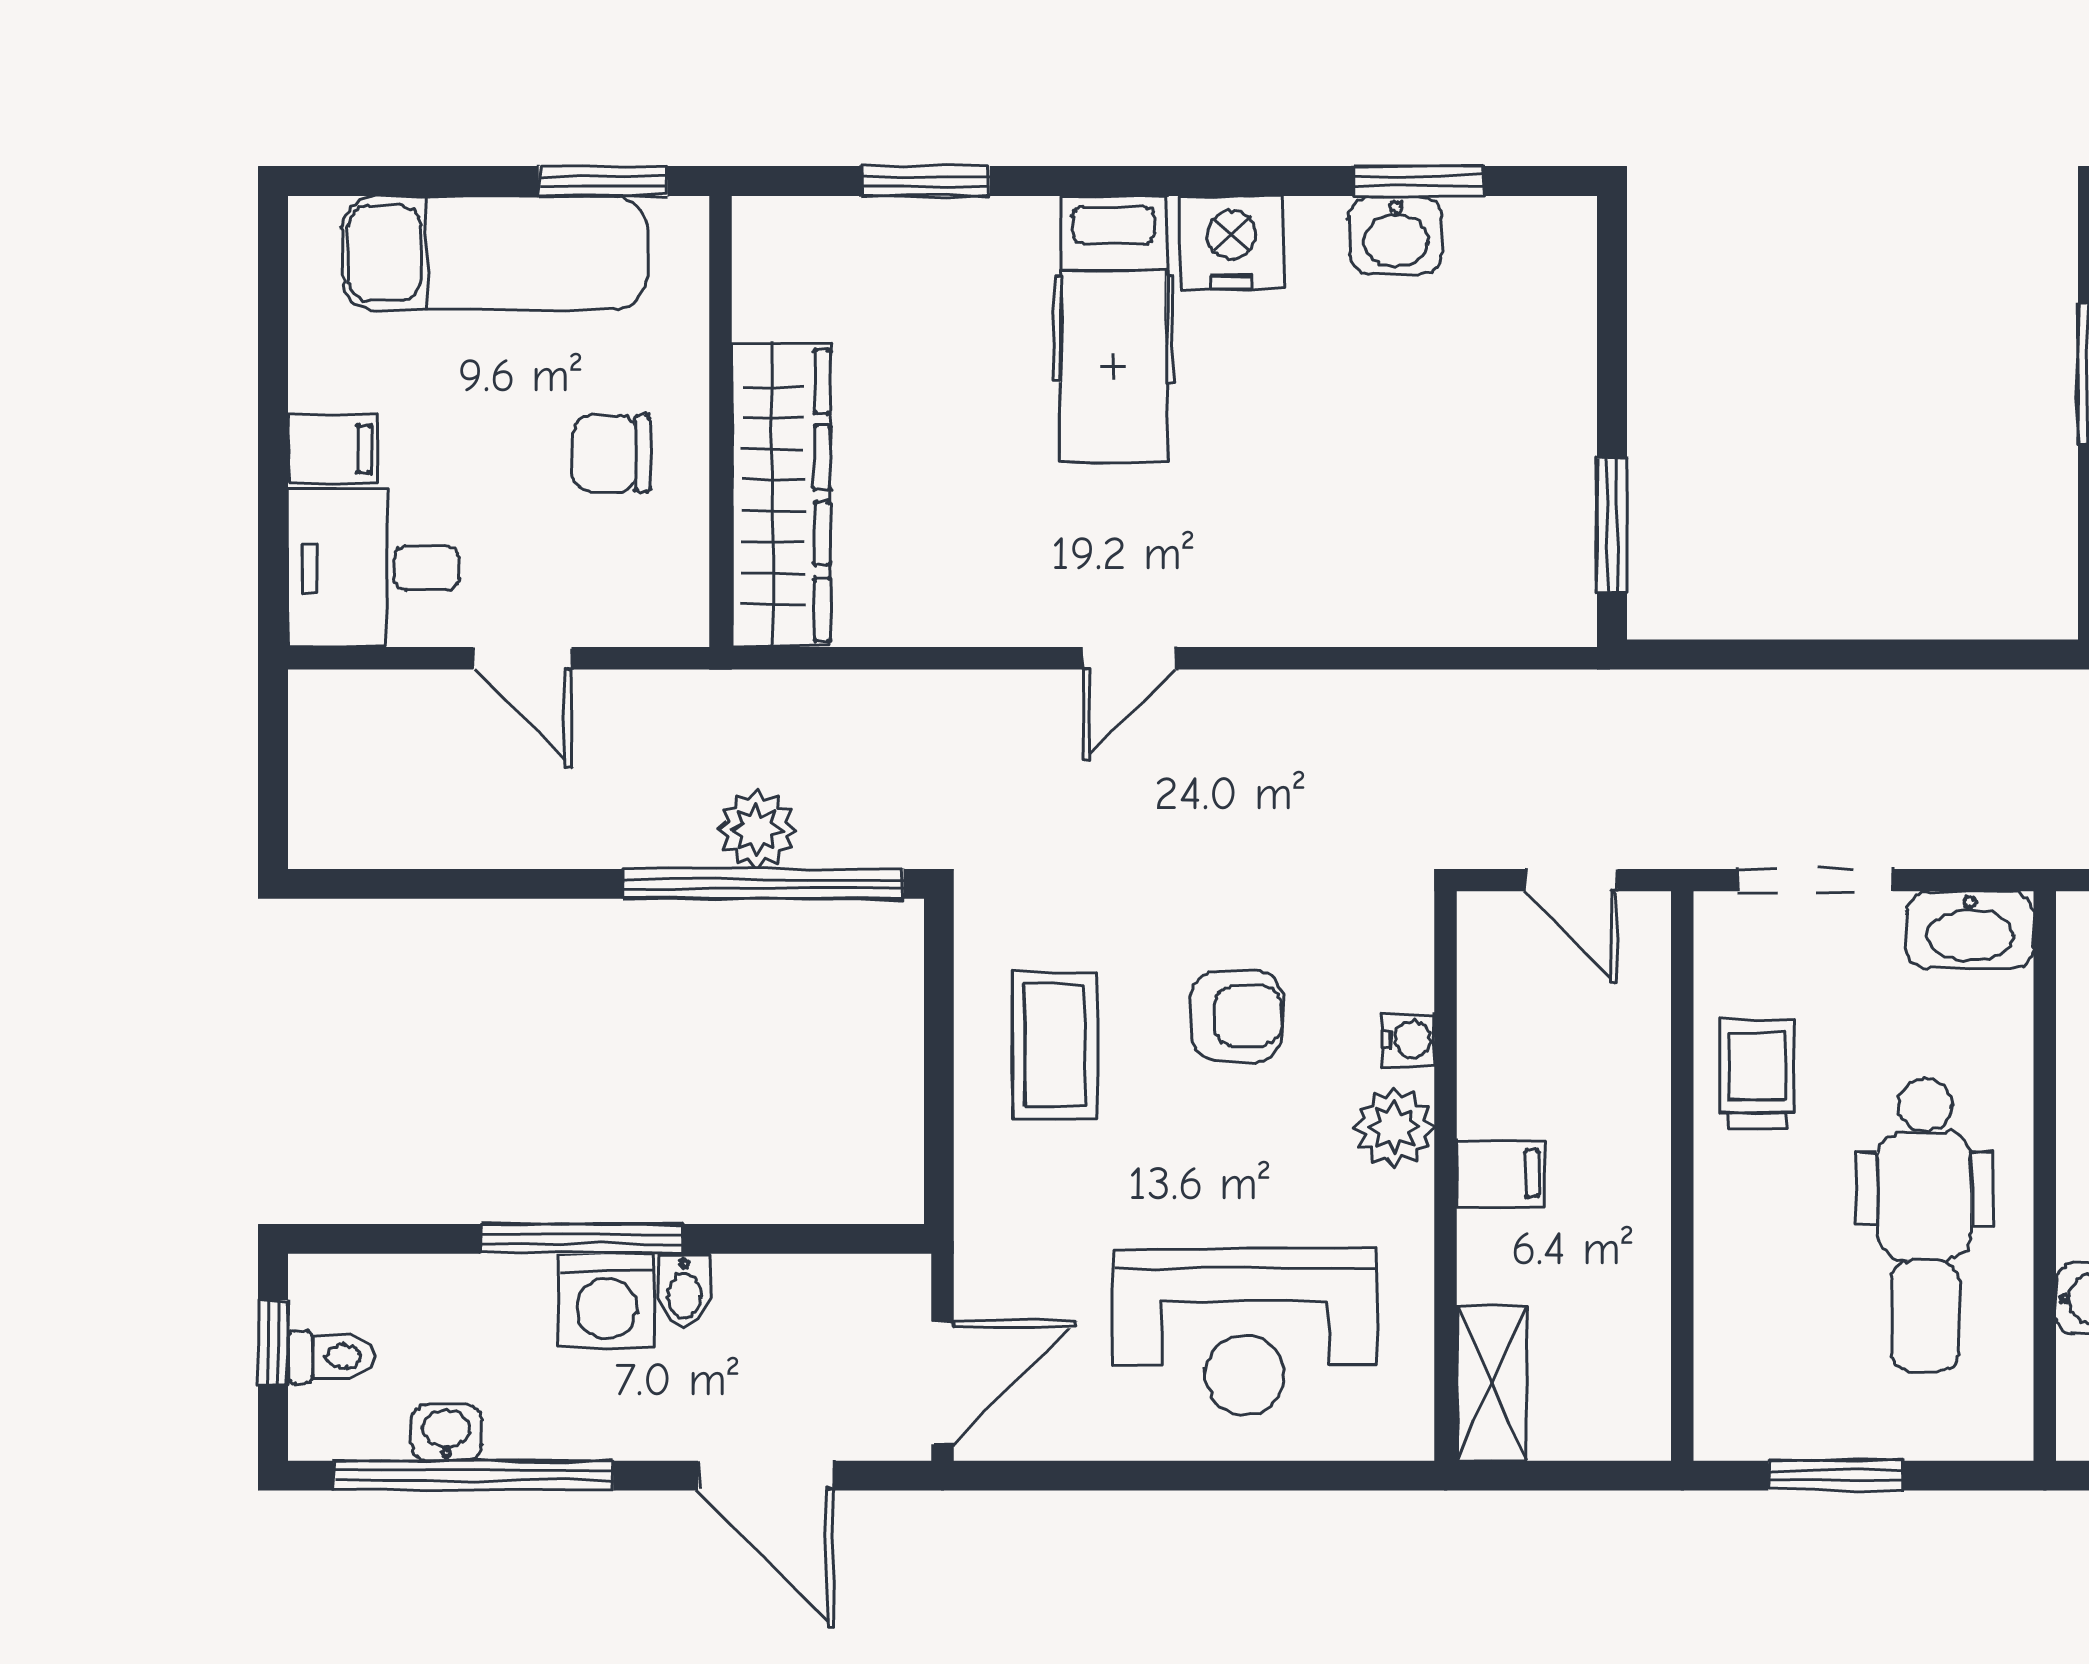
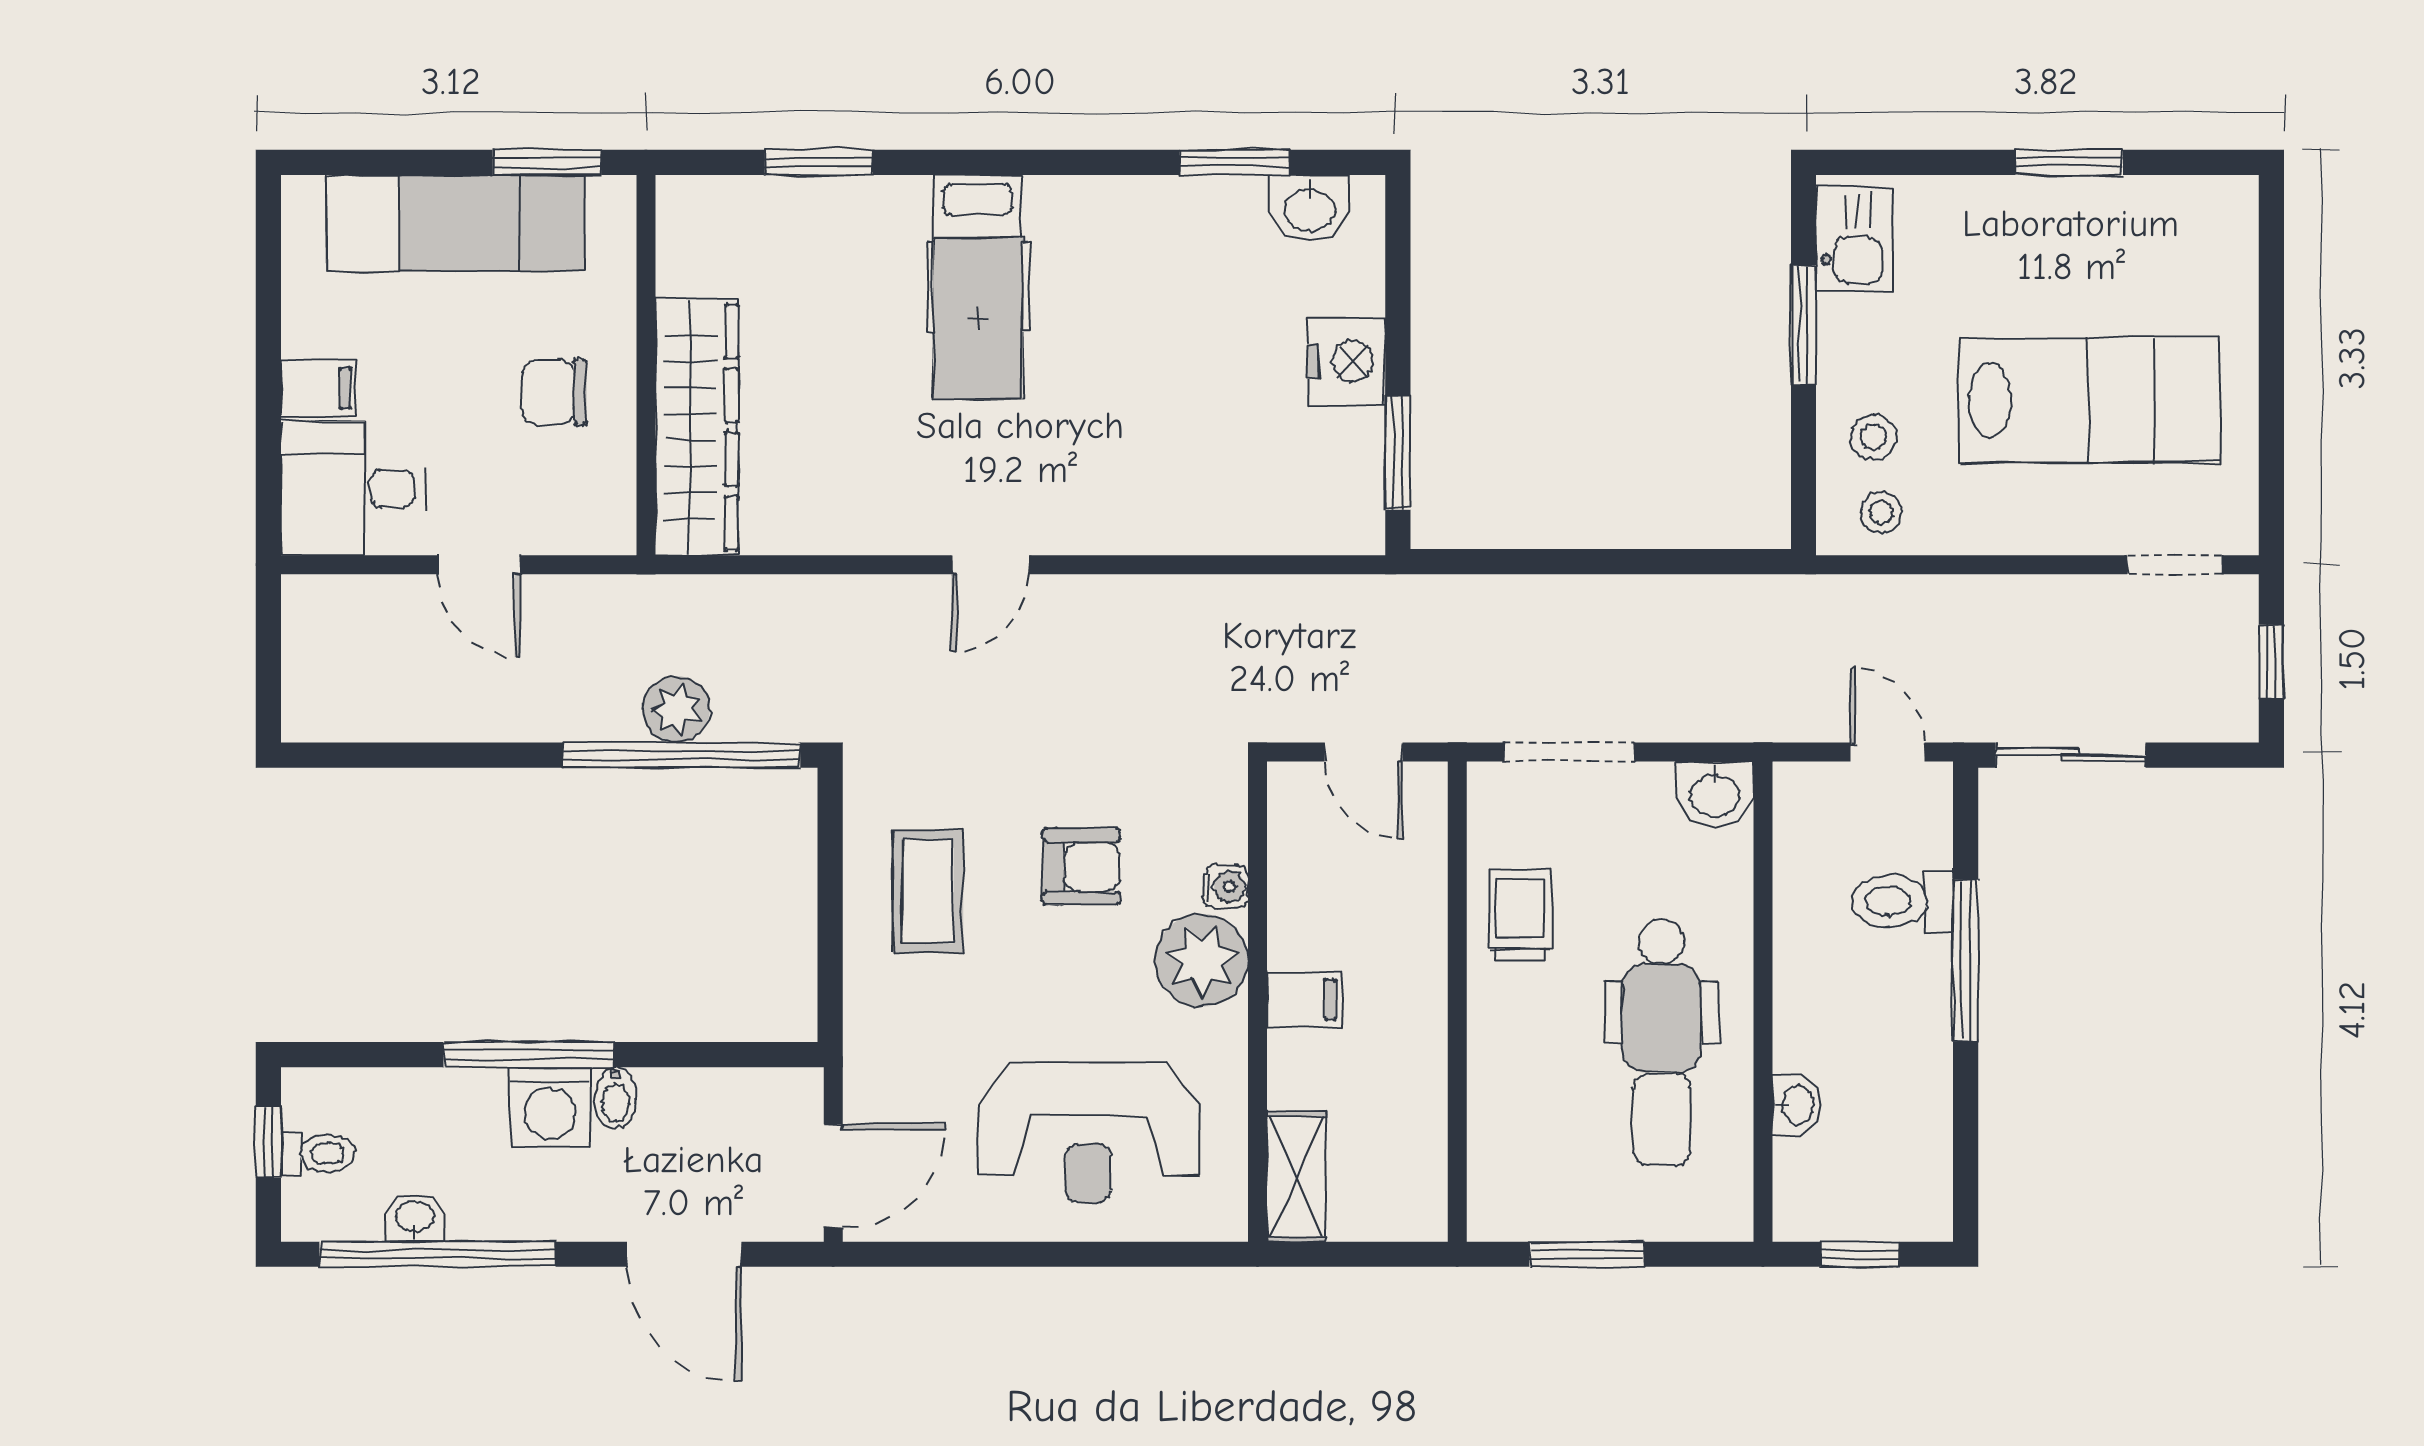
washbasin: (1396, 235) -> (1310, 208), moved
nightstand: (1231, 242) -> (1346, 361), moved, turned 90
washbasin: (1970, 930) -> (1715, 794), width x0.72
plant: (1394, 1127) -> (1202, 960), width x1.36, depth x1.36

